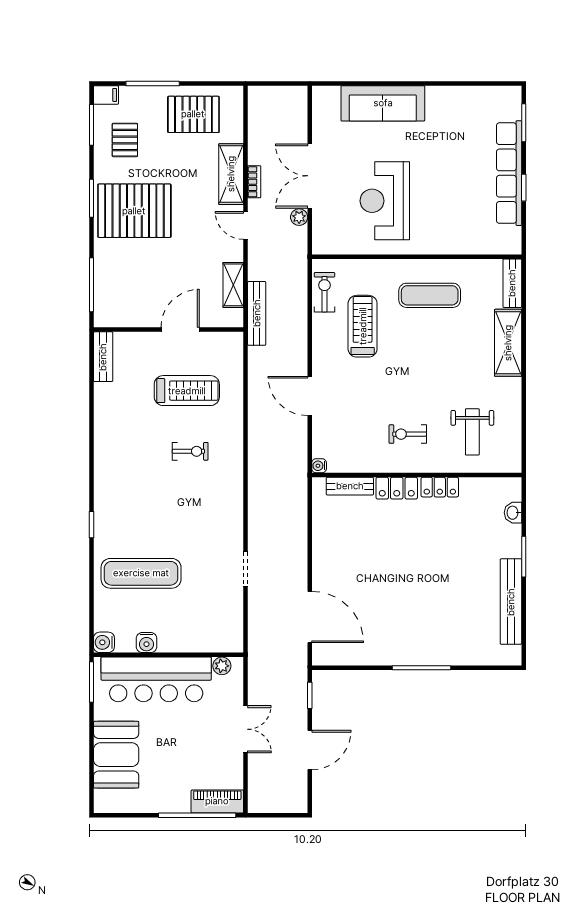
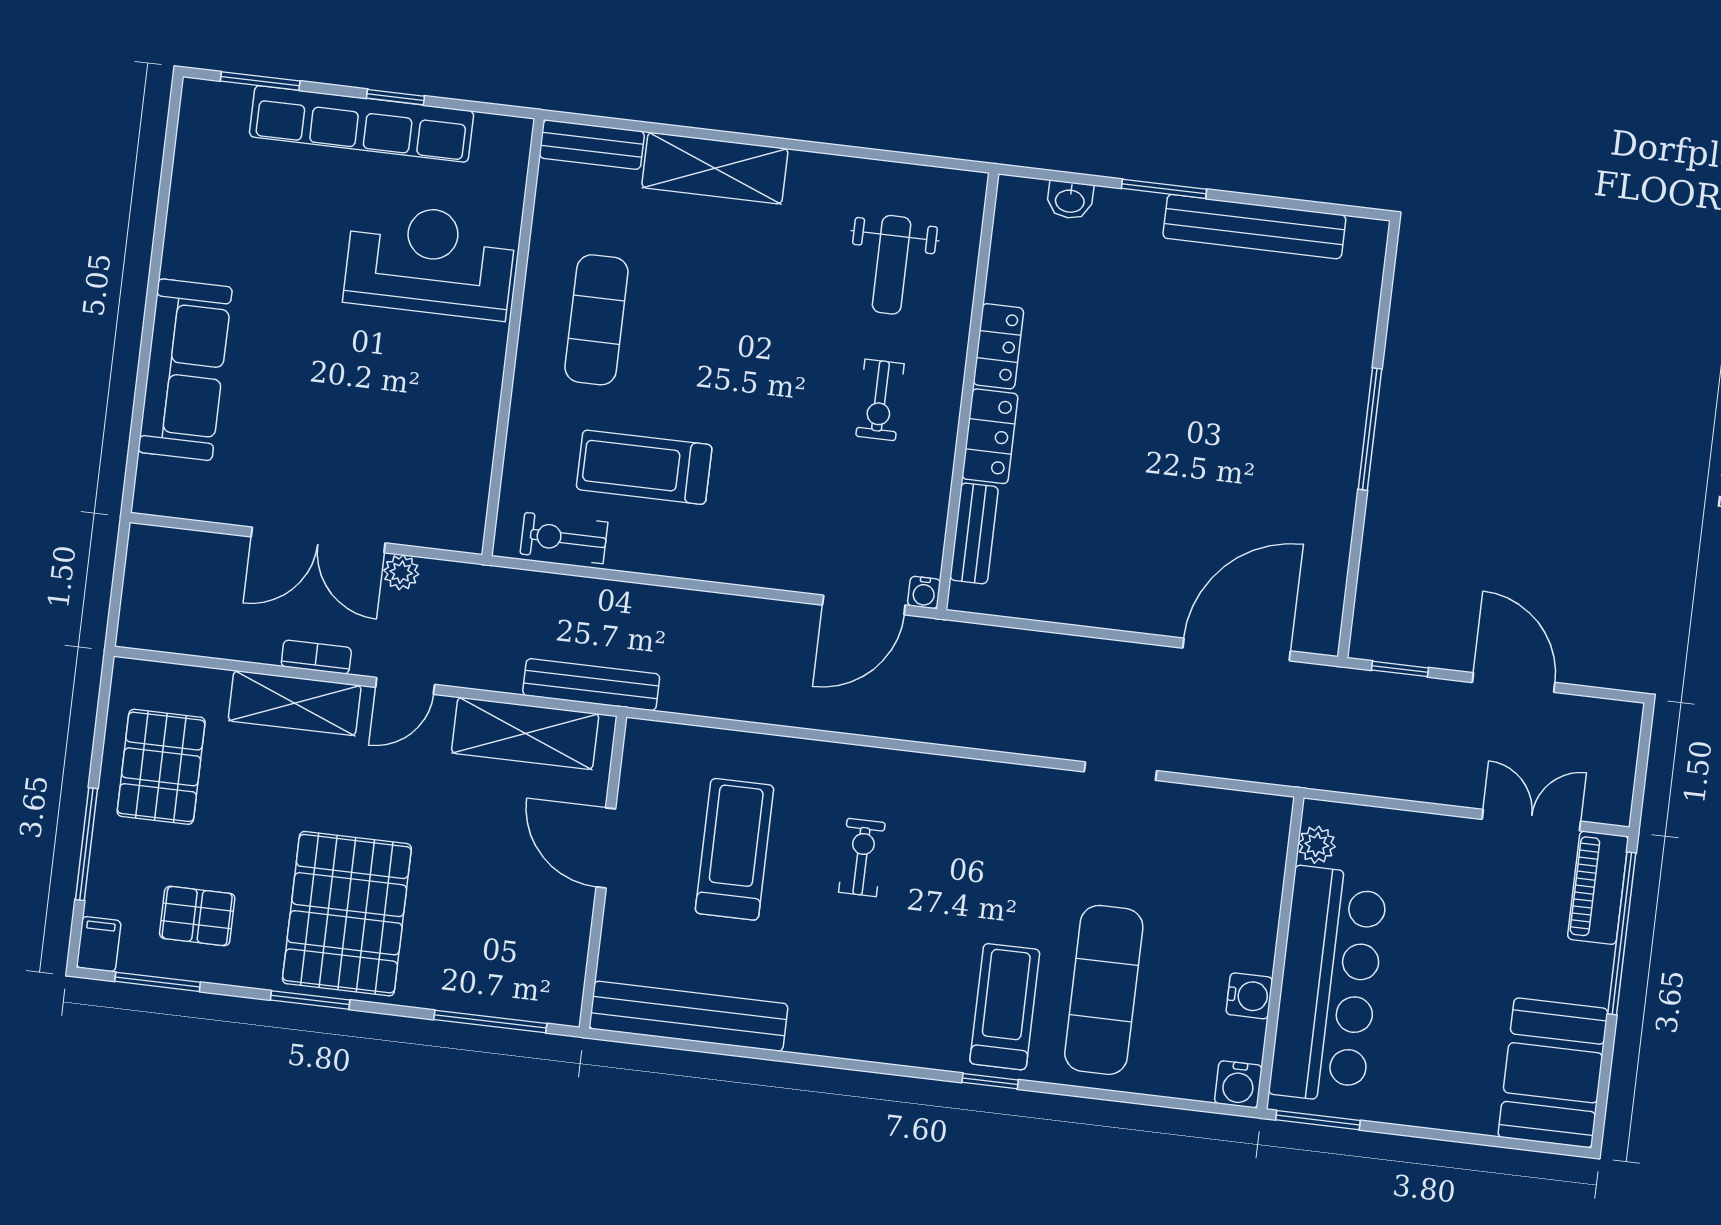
reception desk: (385, 201) -> (430, 261), moved, turned 180
shelving: (233, 285) -> (525, 733), width x1.50, depth x1.33
bench: (103, 357) -> (688, 1016), width x1.86, depth x1.21
door: (310, 396) -> (864, 605), moved
weight bench: (472, 432) -> (892, 265), turned 90
treadmill: (128, 527) -> (1005, 1007), added
double door: (246, 729) -> (1531, 820), moved
booth: (116, 755) -> (1553, 1073), moved, turned 90

